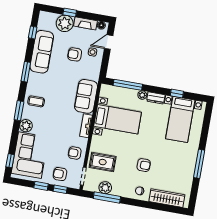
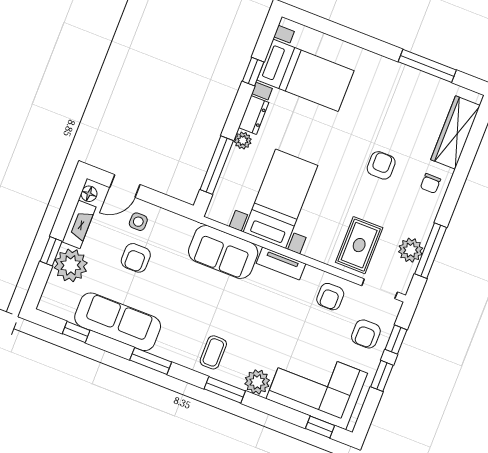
door: (109, 42) -> (125, 186), hinge flipped
window: (199, 164) -> (427, 66), moved

